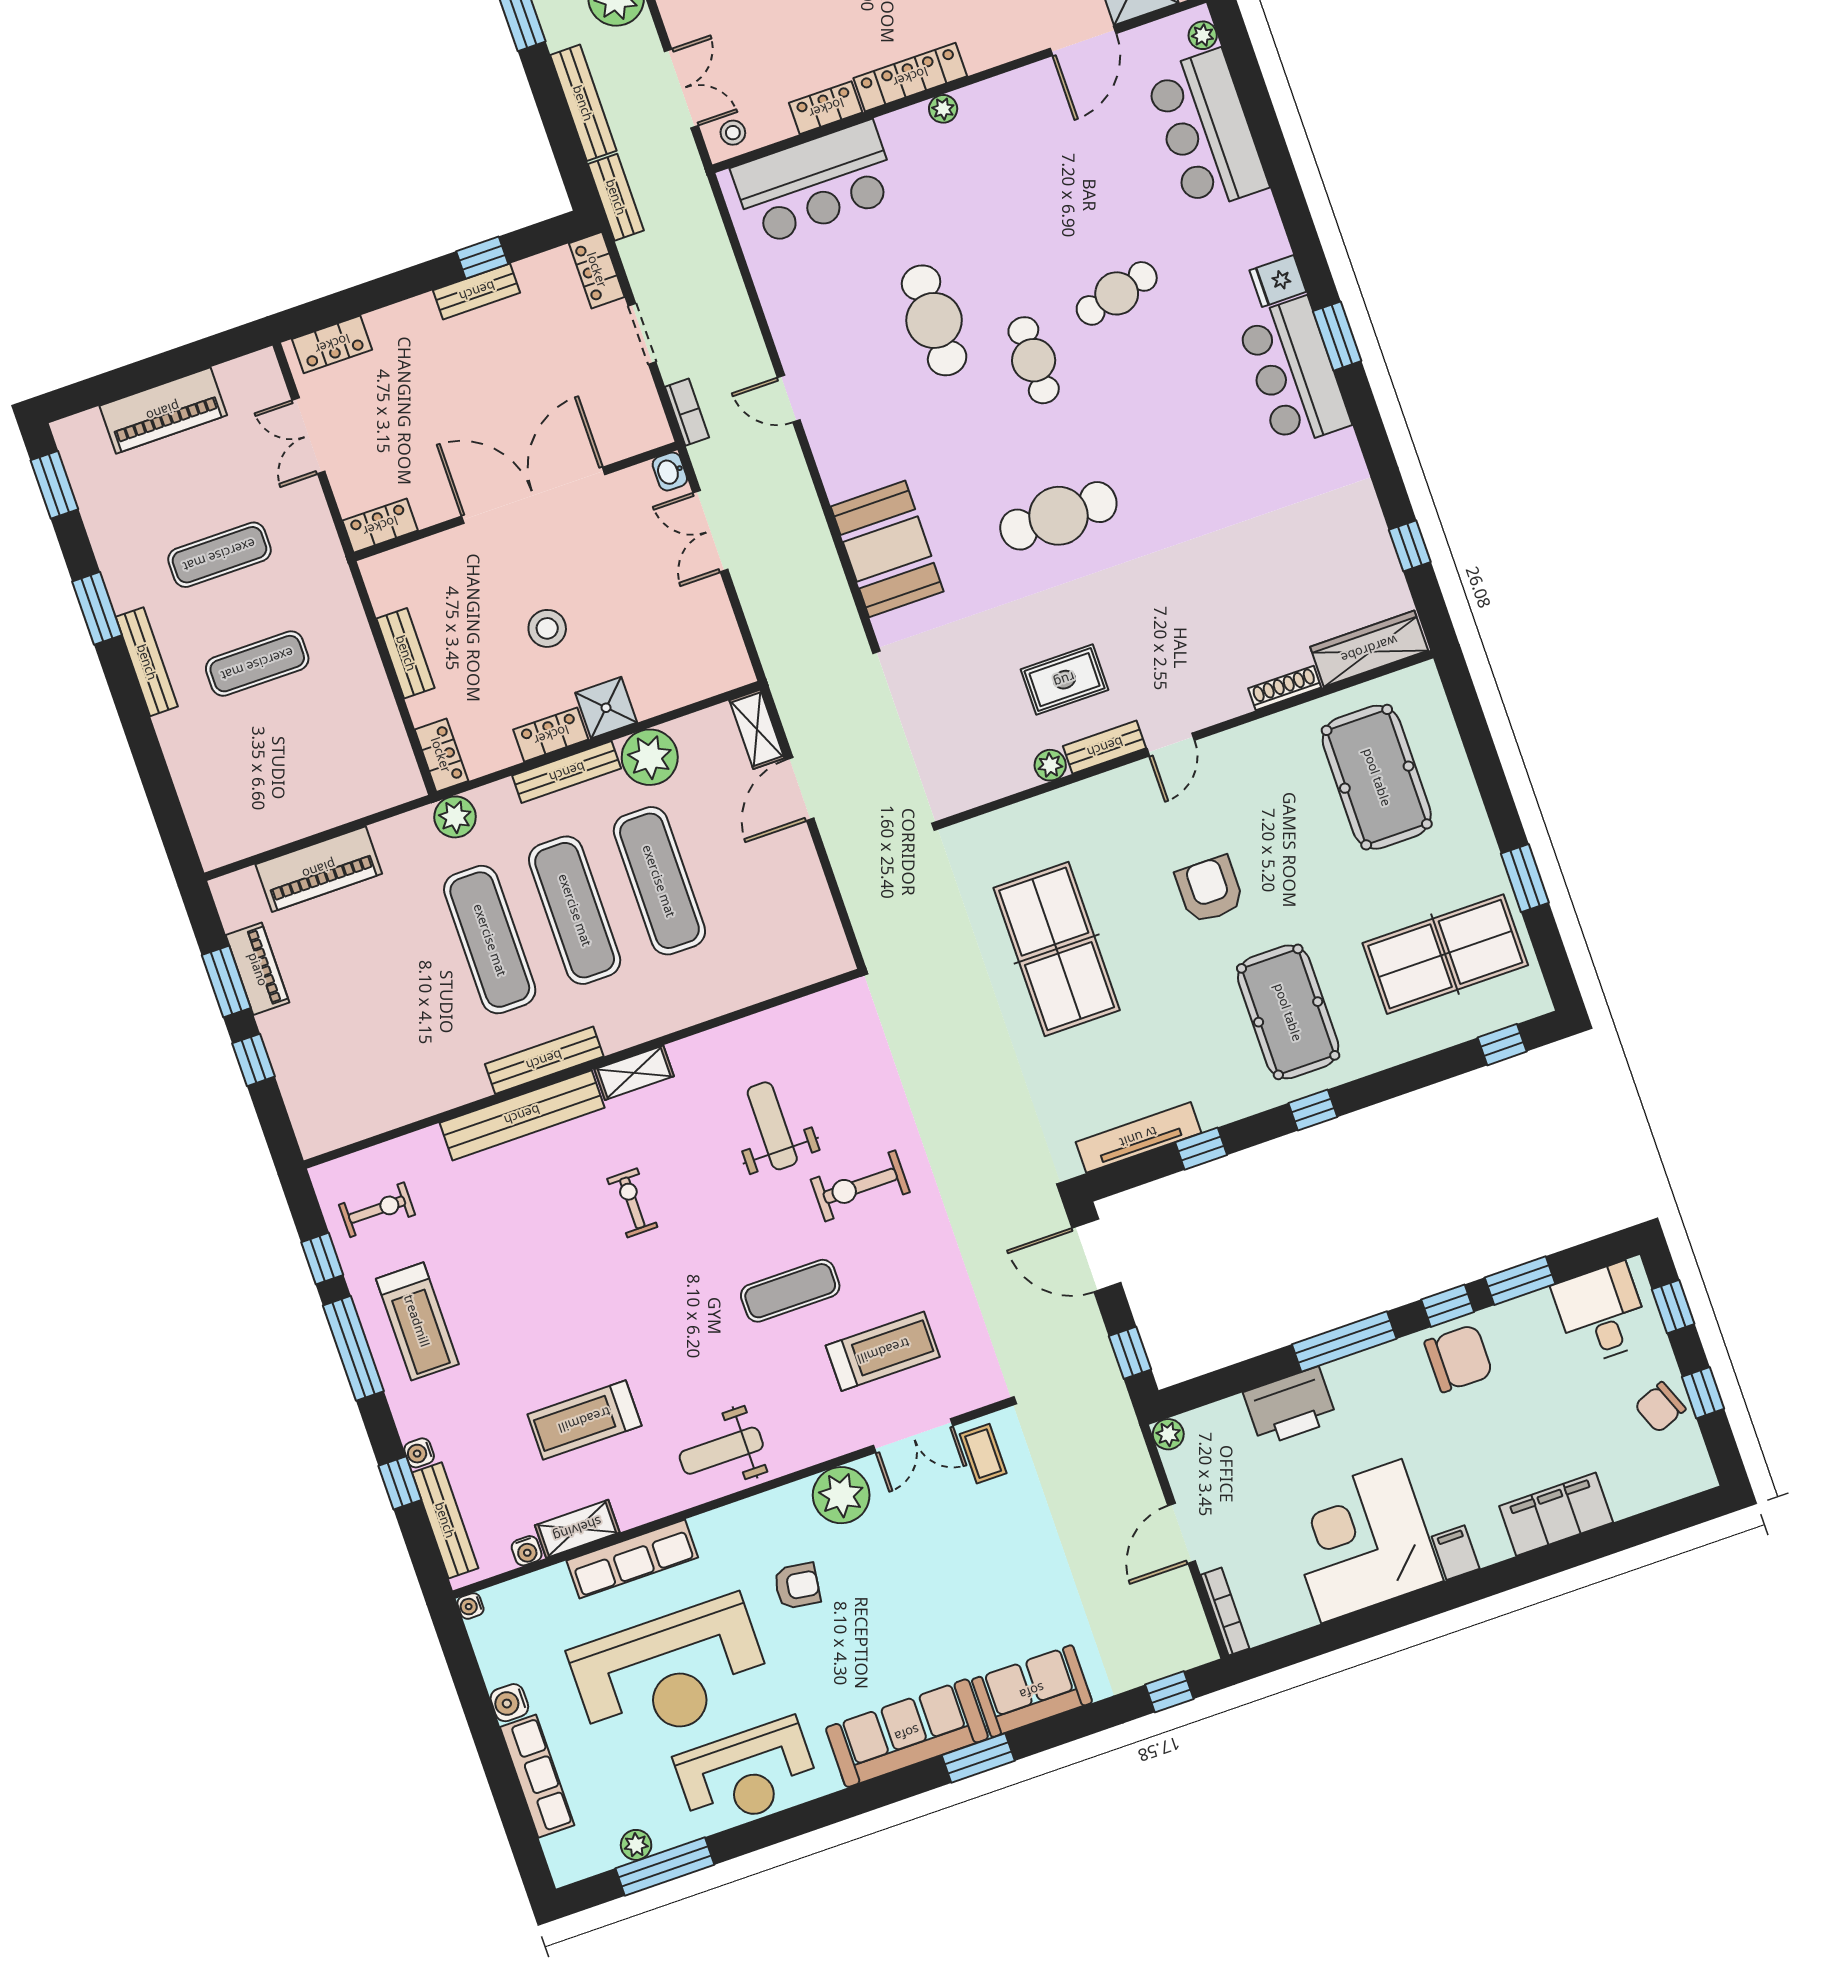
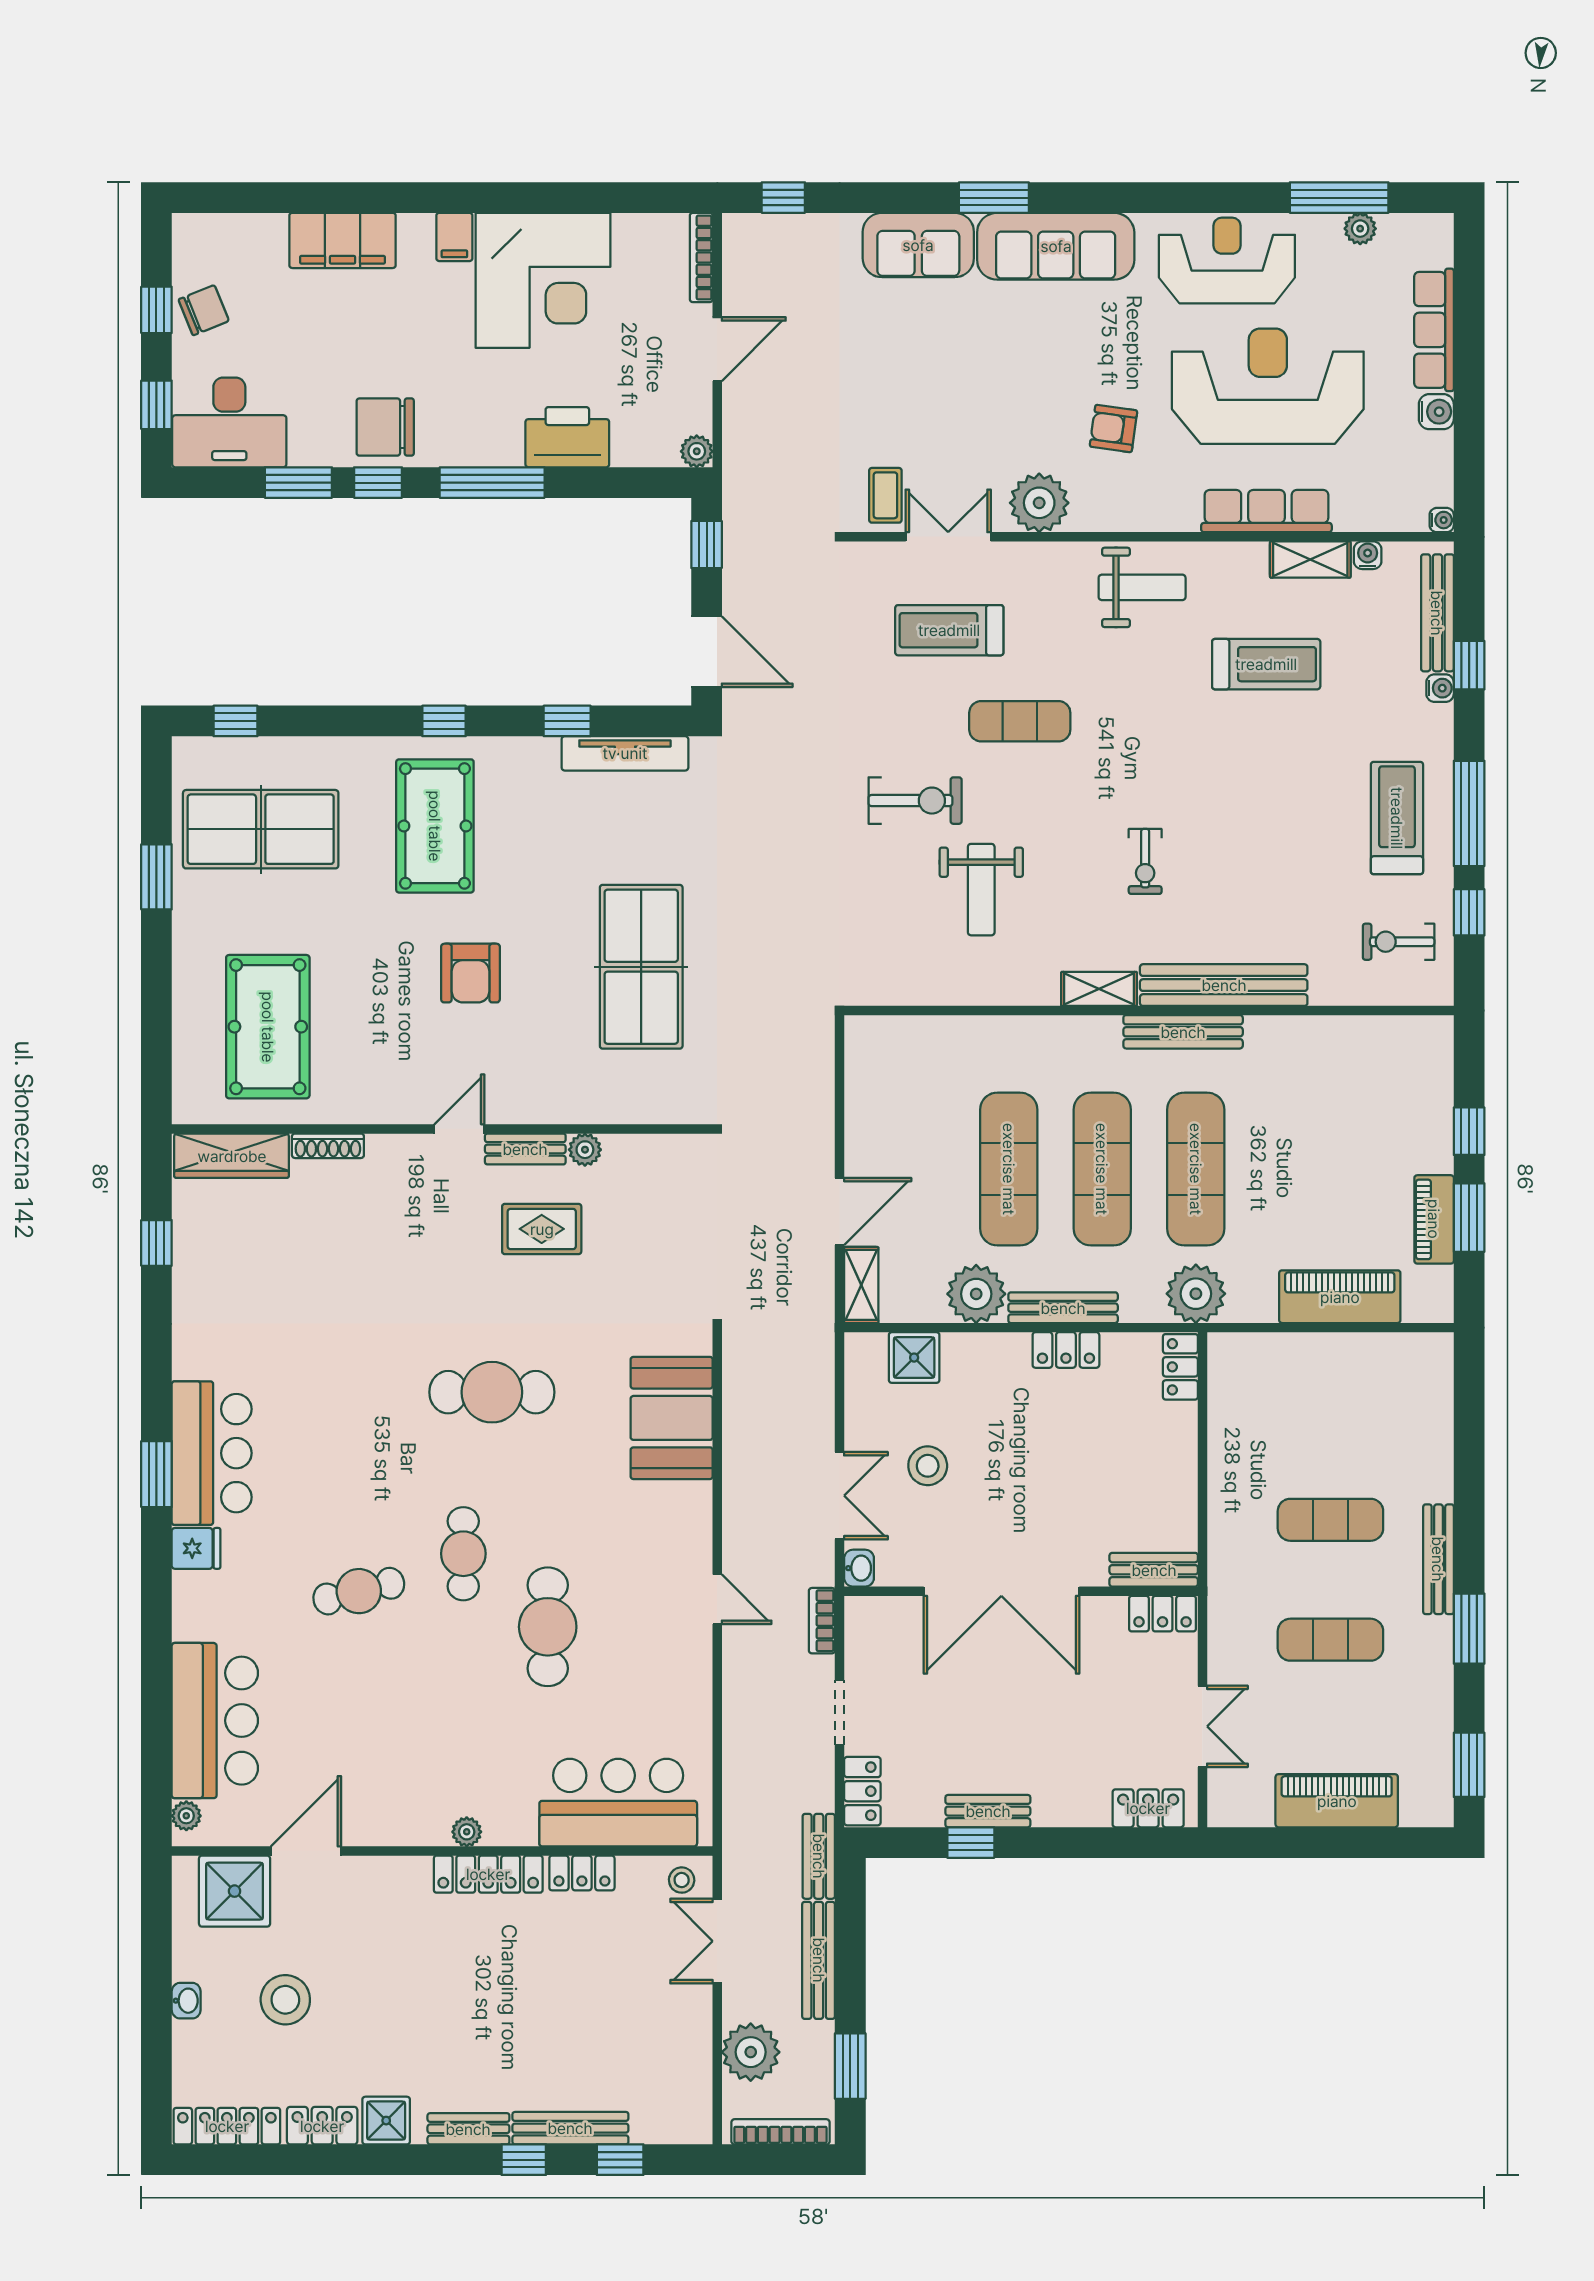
stool: (547, 628) -> (928, 1466), moved
bench: (406, 653) -> (1154, 1570), moved, turned 90
shower: (606, 708) -> (914, 1358), moved
plant: (455, 817) -> (1196, 1294), width x1.36, depth x1.36
desk: (1602, 1314) -> (229, 422), width x1.37

